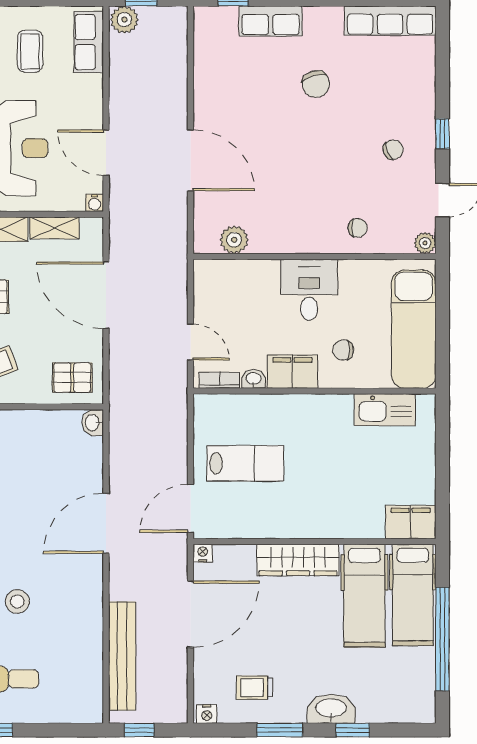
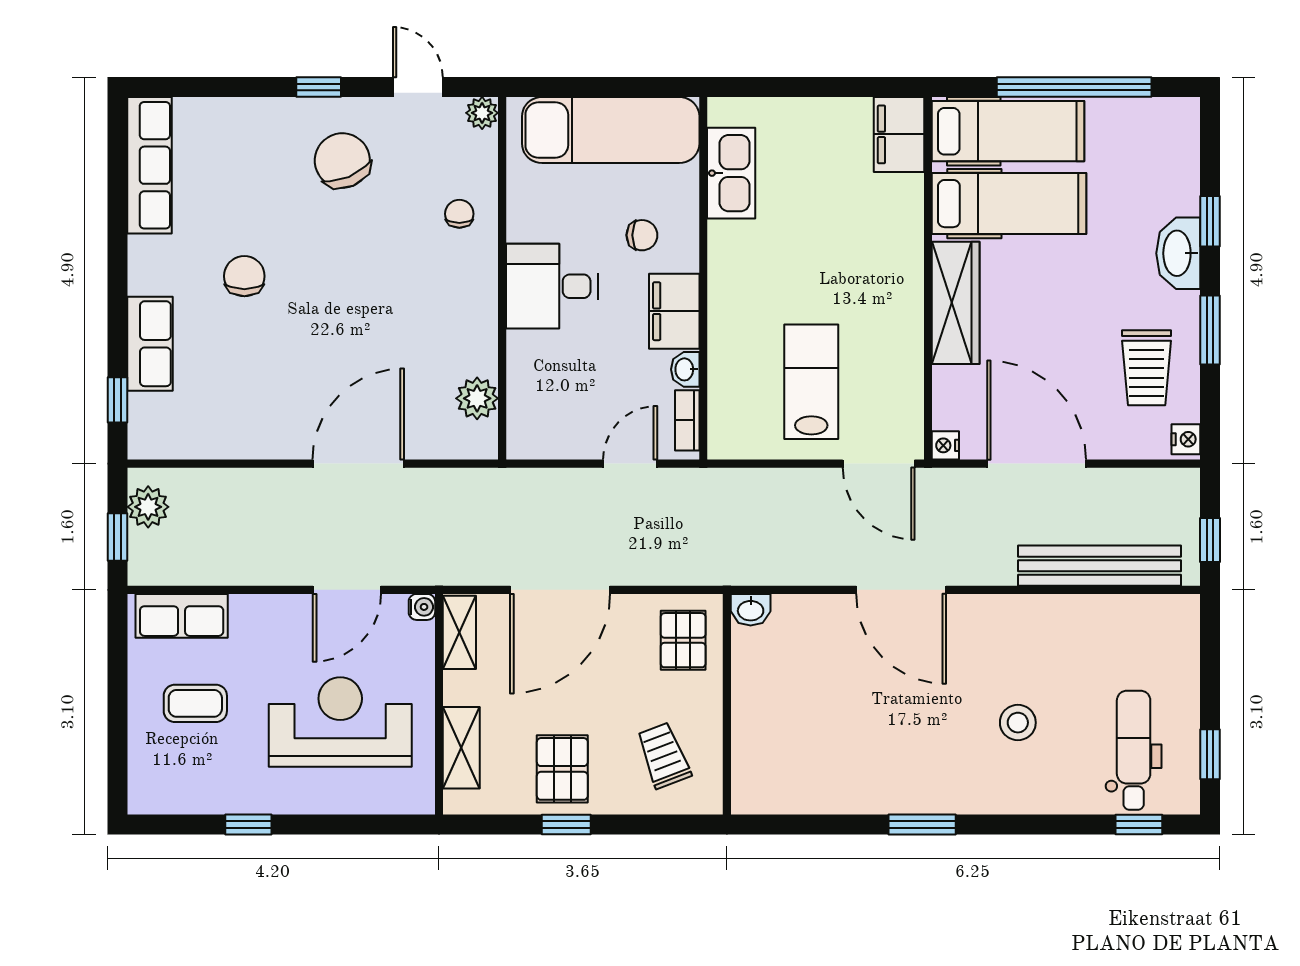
plant: (124, 20) -> (148, 507), moved
chair: (316, 84) -> (244, 276), turned -74
chair: (393, 150) -> (342, 161), width x1.87, depth x1.87
shelving: (54, 228) -> (459, 632), moved
chair: (343, 350) -> (642, 235), turned -90
trolley: (255, 688) -> (1147, 368), width x1.36, depth x1.39

